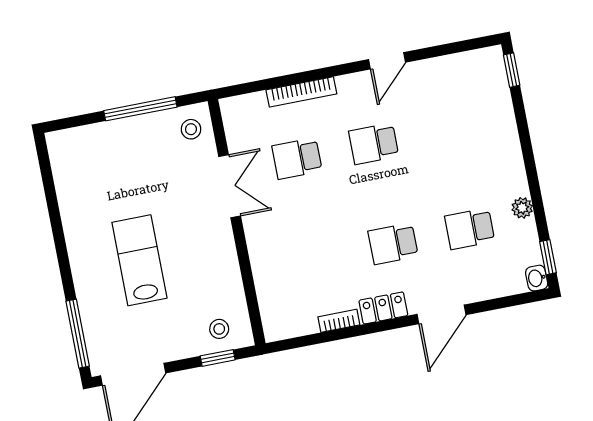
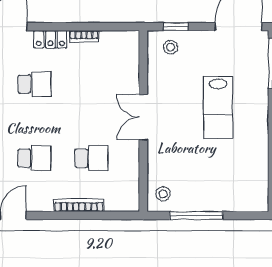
double door: (230, 186) -> (143, 117), moved

